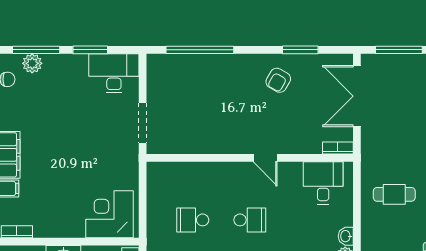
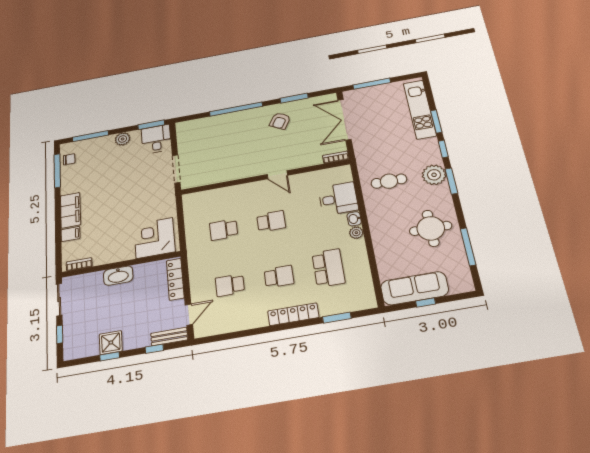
window: (90, 50) -> (151, 125), moved
window: (200, 50) -> (236, 109), moved
plant: (32, 63) -> (123, 139), moved
desk: (114, 73) -> (156, 139), width x0.73
desk: (323, 183) -> (338, 199), moved, turned 90

